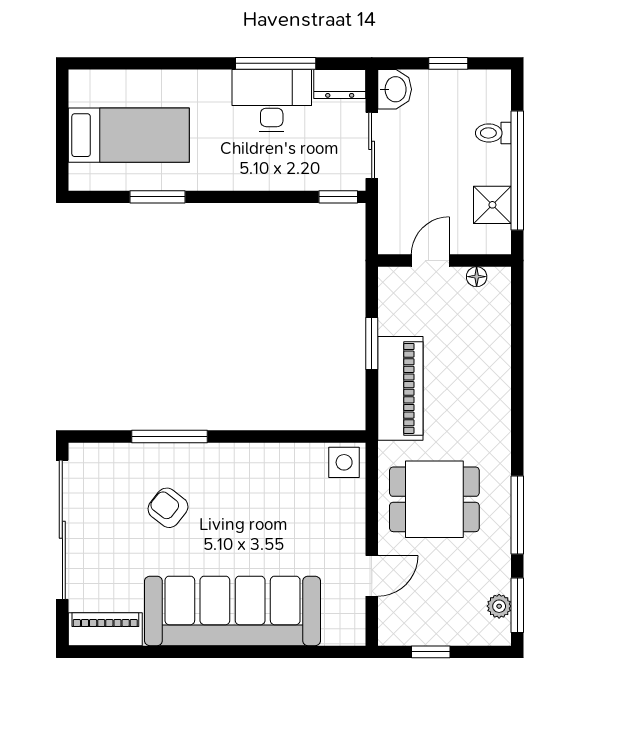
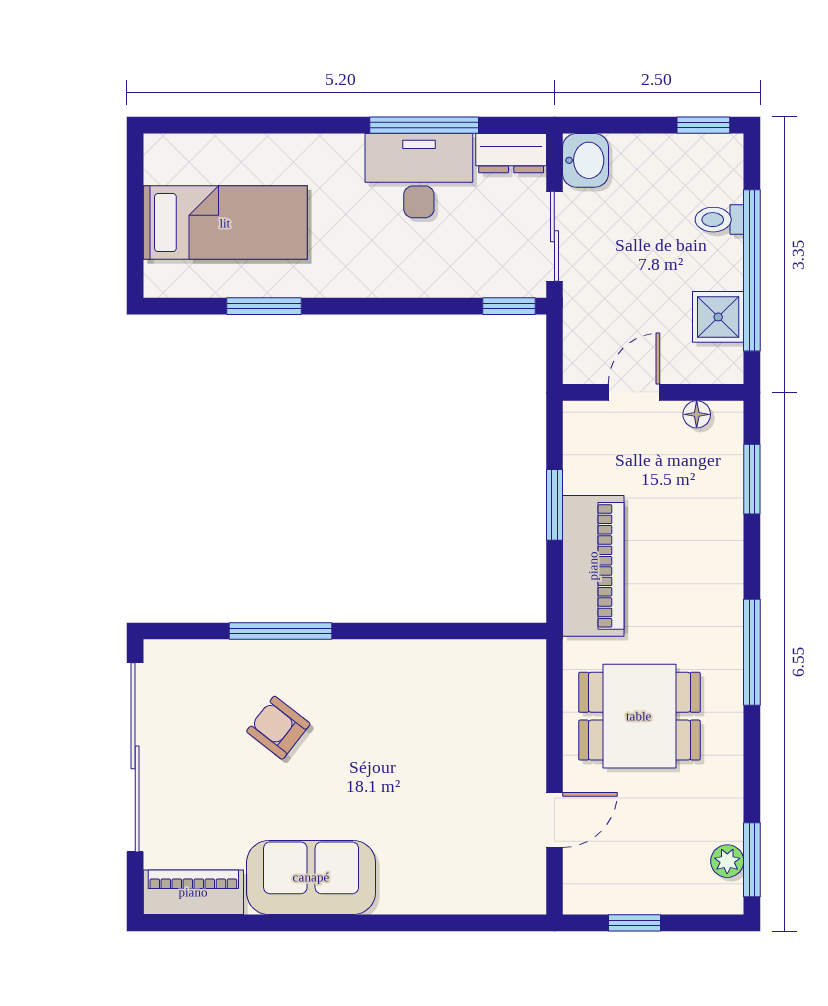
window: (448, 63) -> (703, 125), moved
window: (517, 324) -> (752, 479), added
side table: (344, 462) -> (517, 666), removed
window: (517, 515) -> (752, 652), moved
sofa: (233, 611) -> (311, 877), width x0.54, depth x0.79

